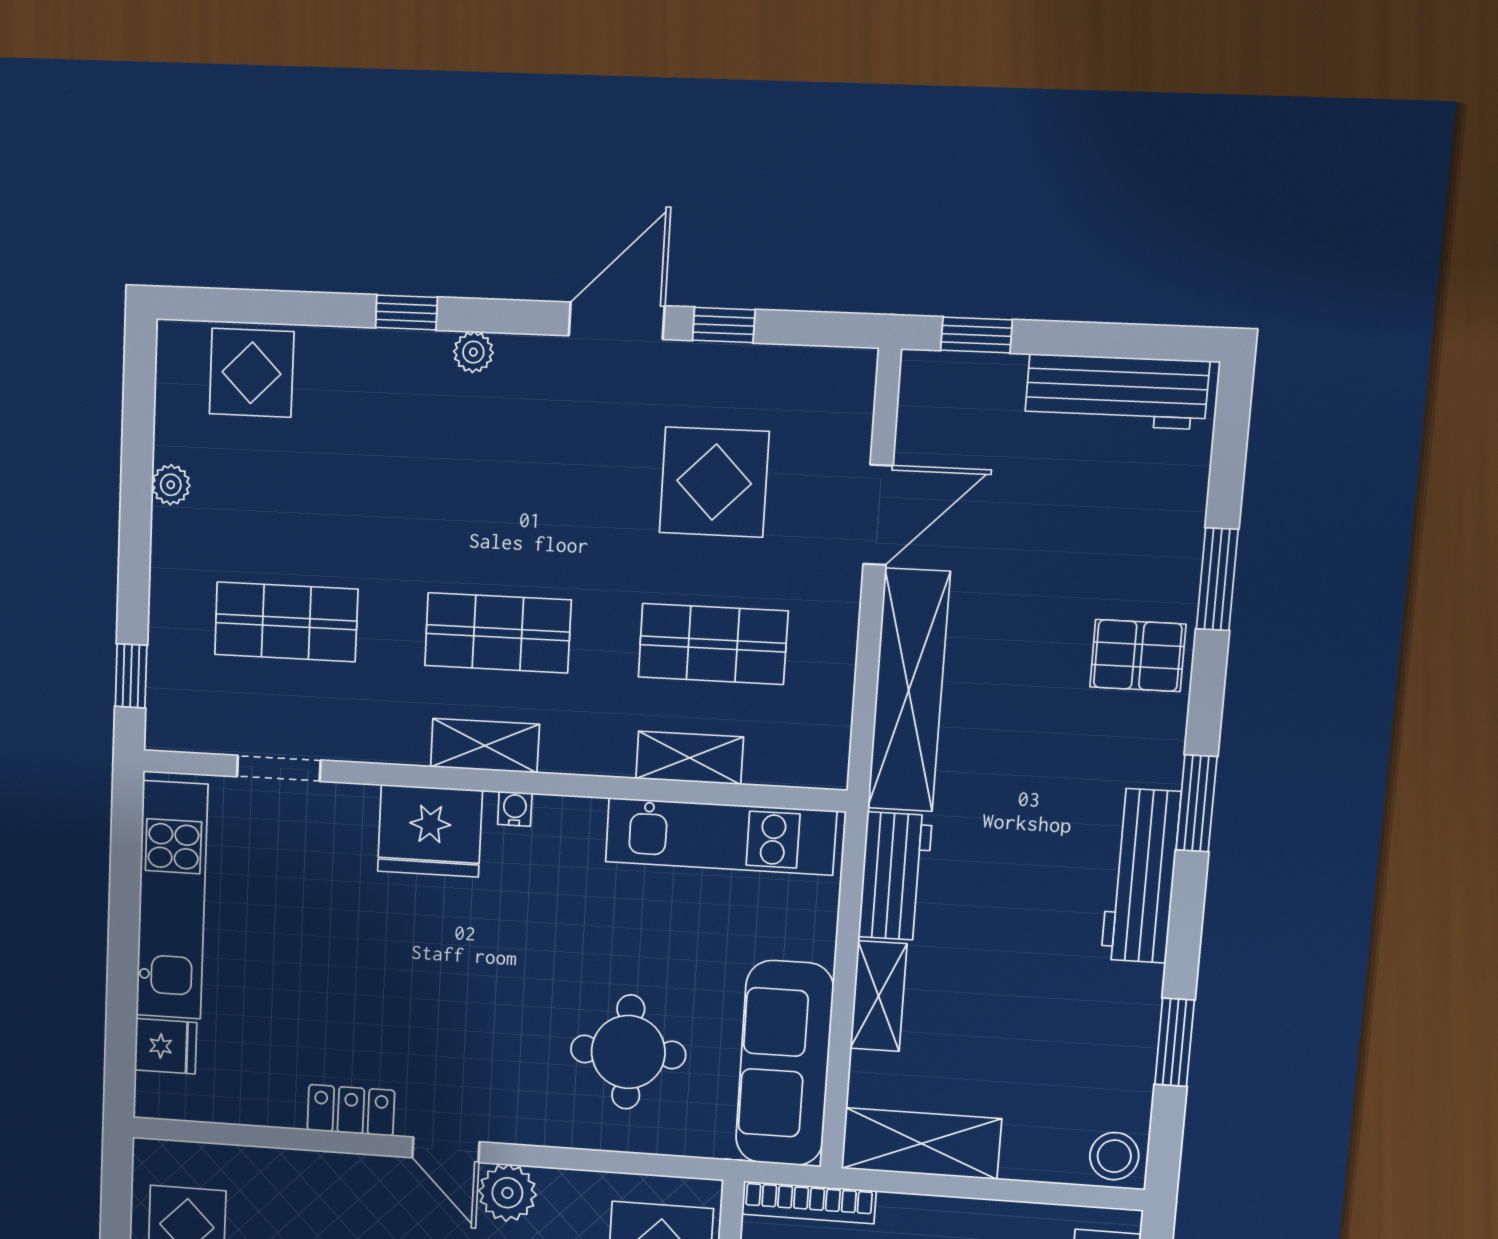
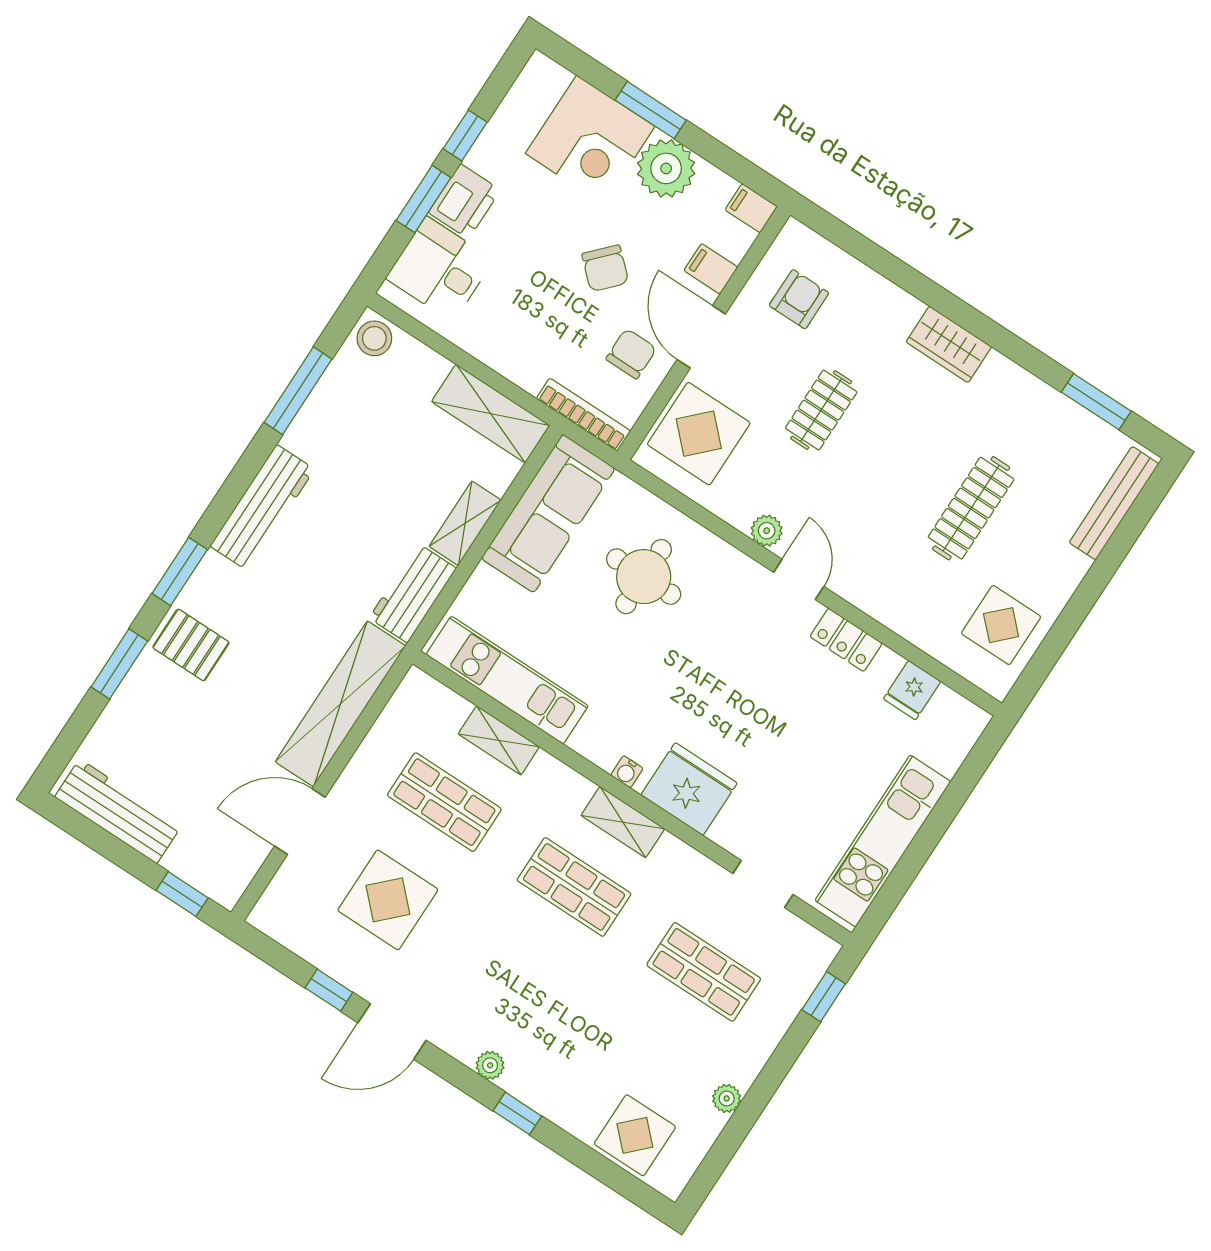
window: (1197, 803) -> (180, 572), moved
window: (1175, 1042) -> (298, 391), width x1.44
fridge: (166, 1046) -> (912, 690), moved, turned -90
plant: (507, 1193) -> (767, 531), width x0.73, depth x0.73

